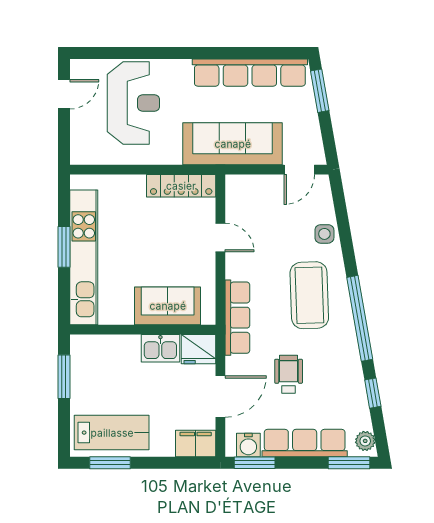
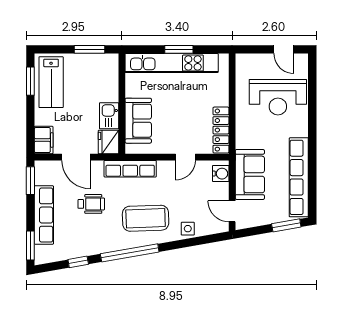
sofa: (233, 144) -> (250, 174), width x0.73
plant: (365, 441) -> (45, 257), removed
water cooler: (248, 445) -> (221, 174), moved, turned 180

